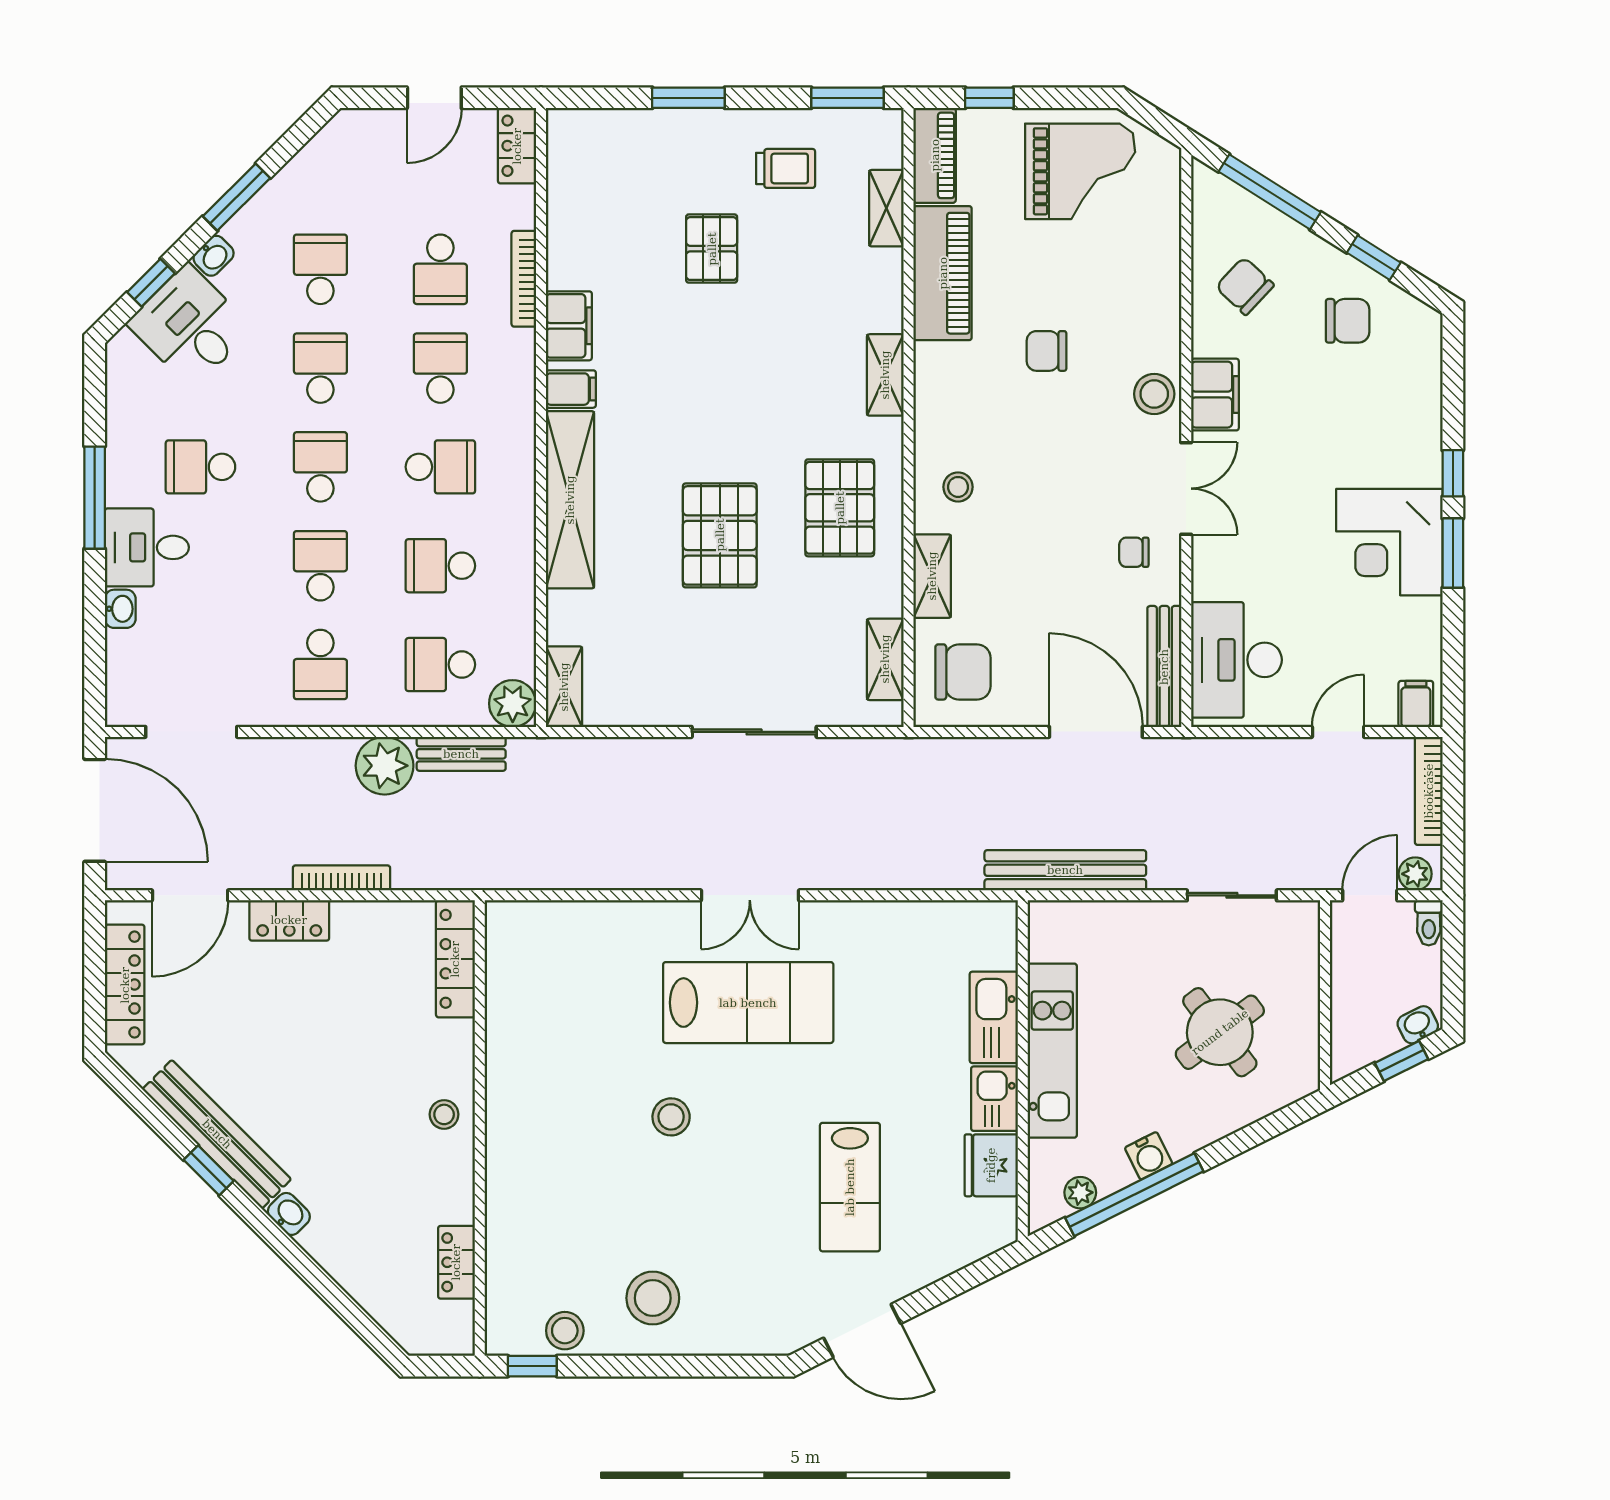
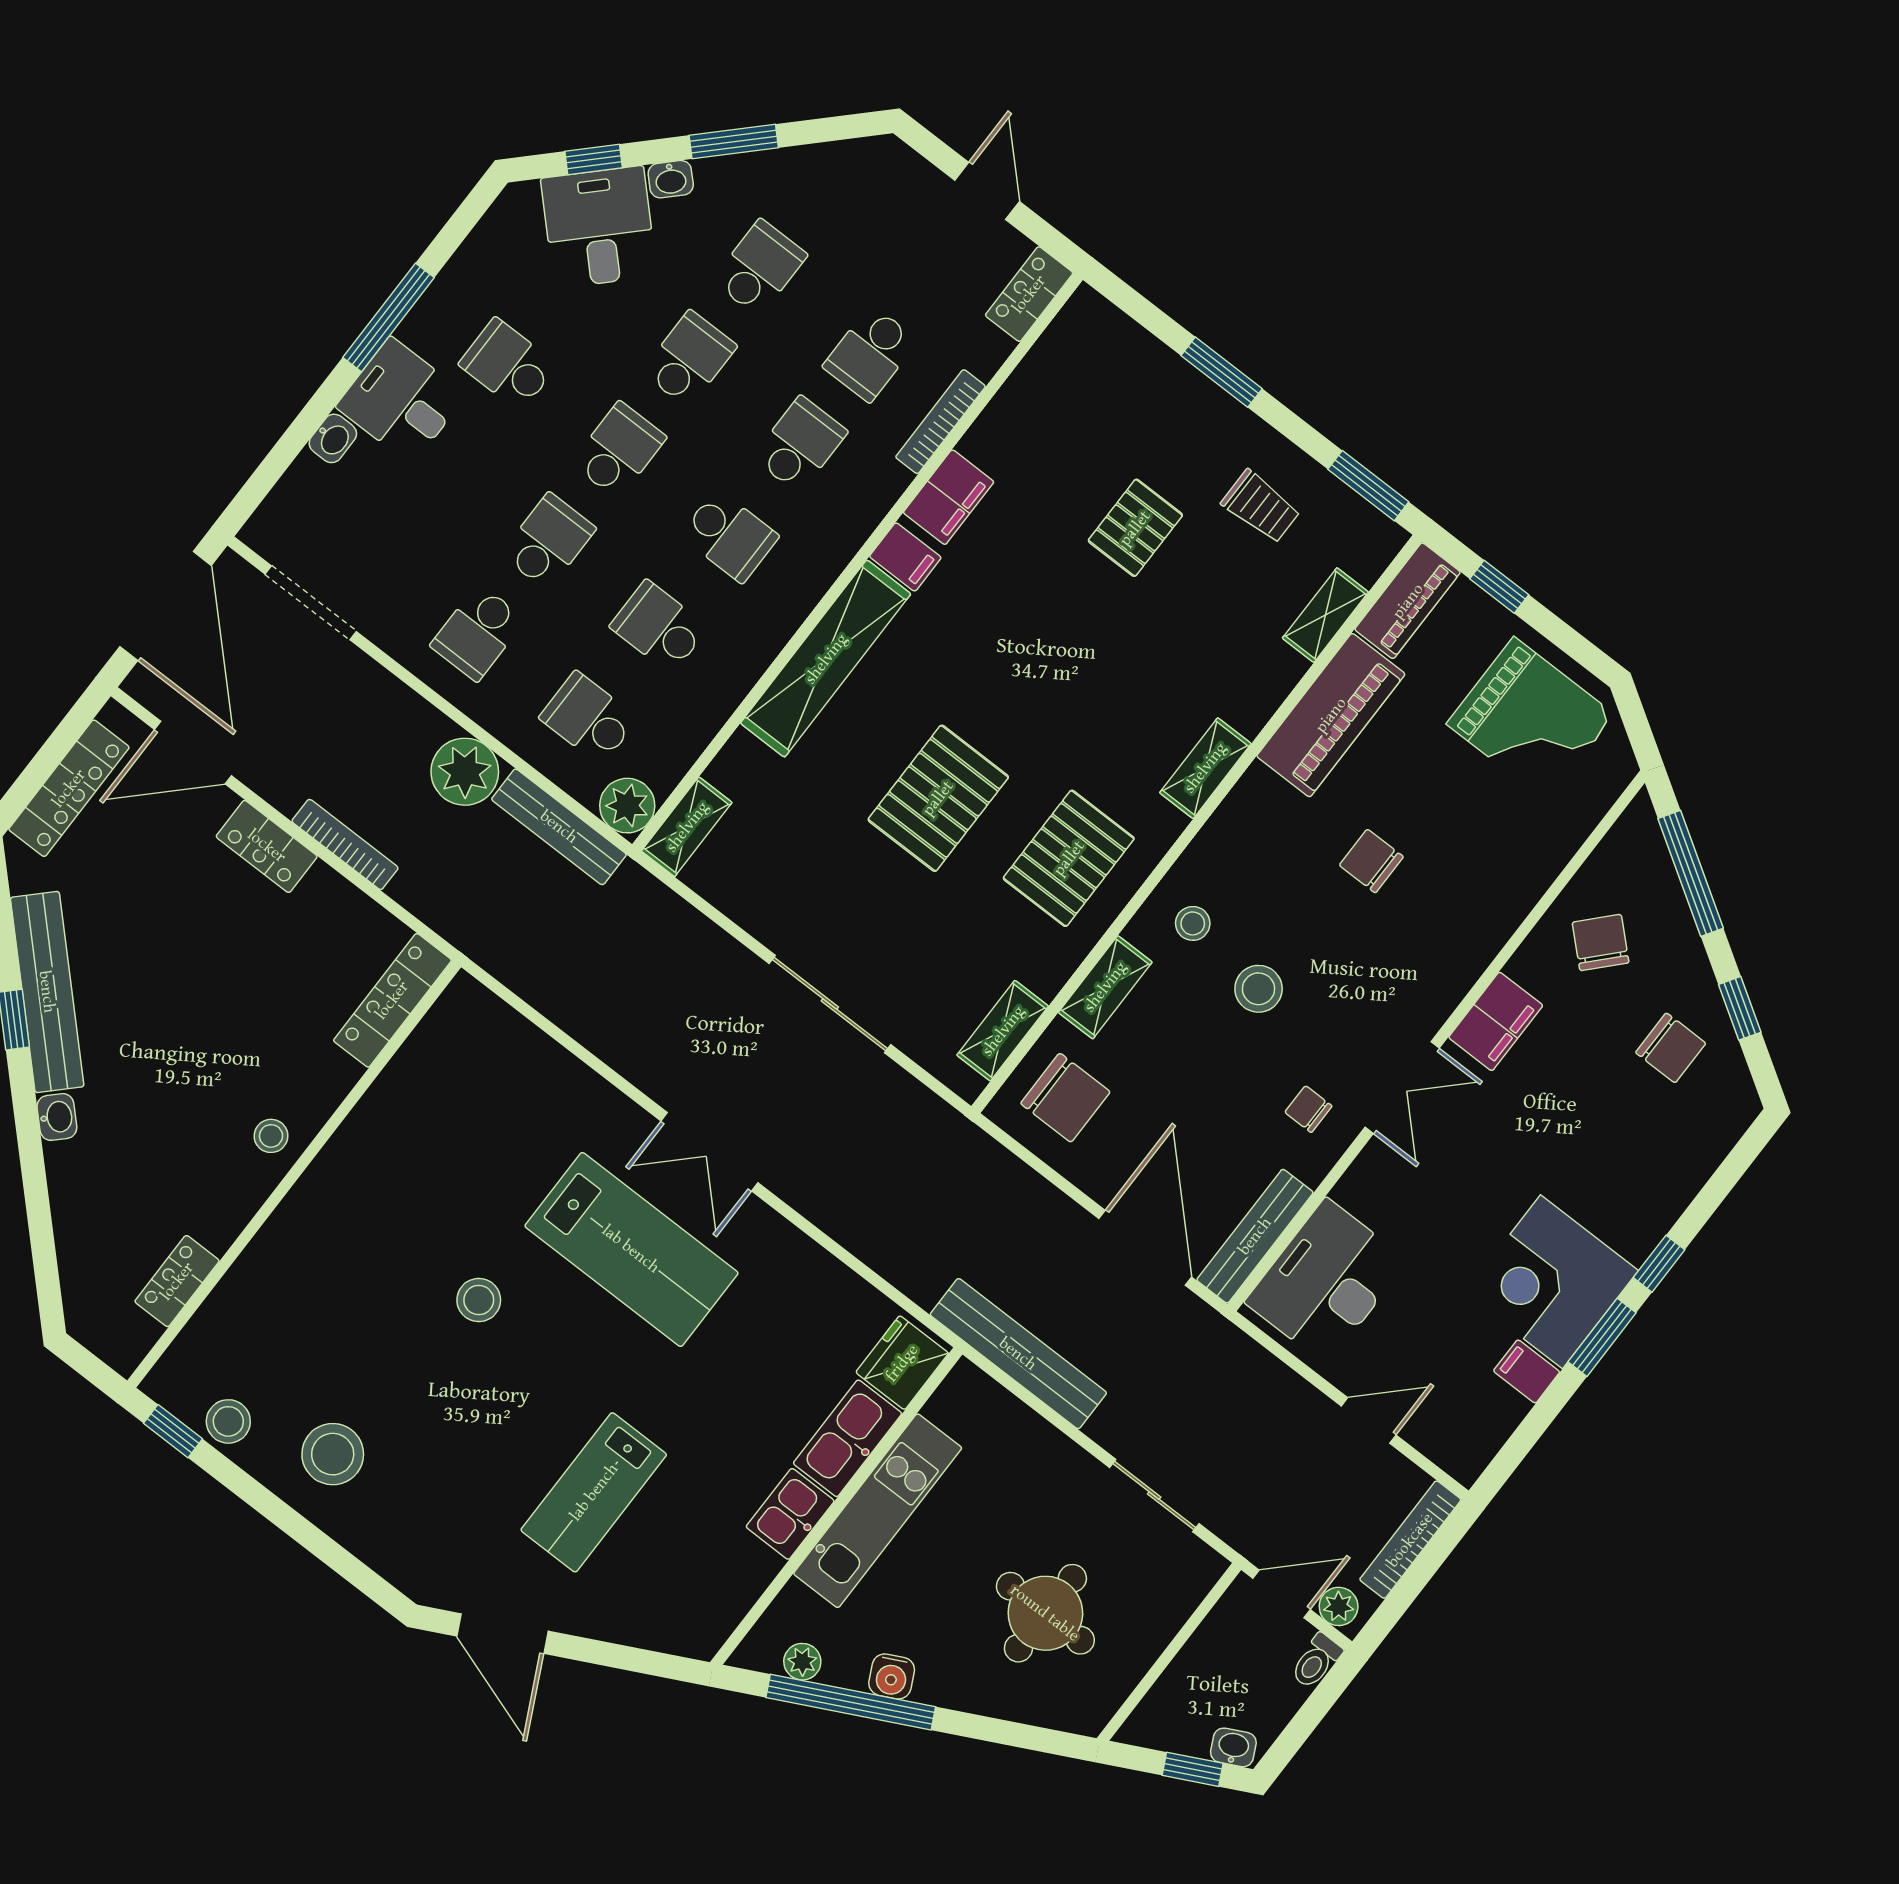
door: (434, 98) -> (987, 191), swing flipped
stool: (1154, 394) -> (1259, 989), moved
filing cabinet: (1416, 704) -> (1527, 1371), moved, turned -90
bench: (461, 754) -> (559, 827), width x1.36
round table: (1220, 1032) -> (1045, 1613), turned 37
fridge: (991, 1165) -> (902, 1363), moved

